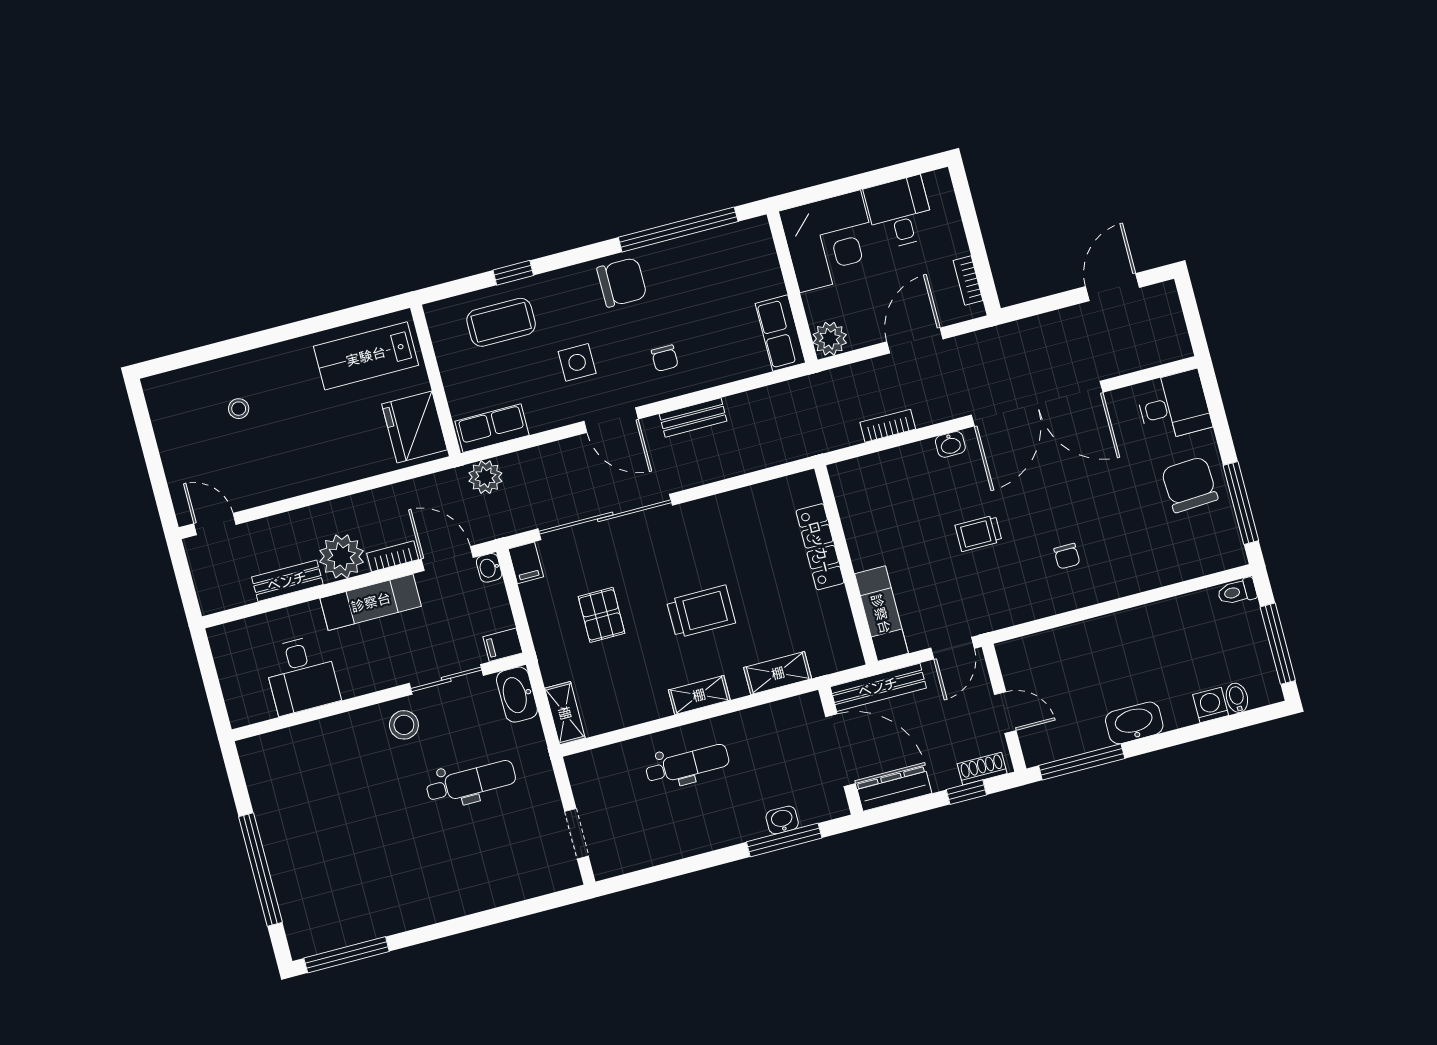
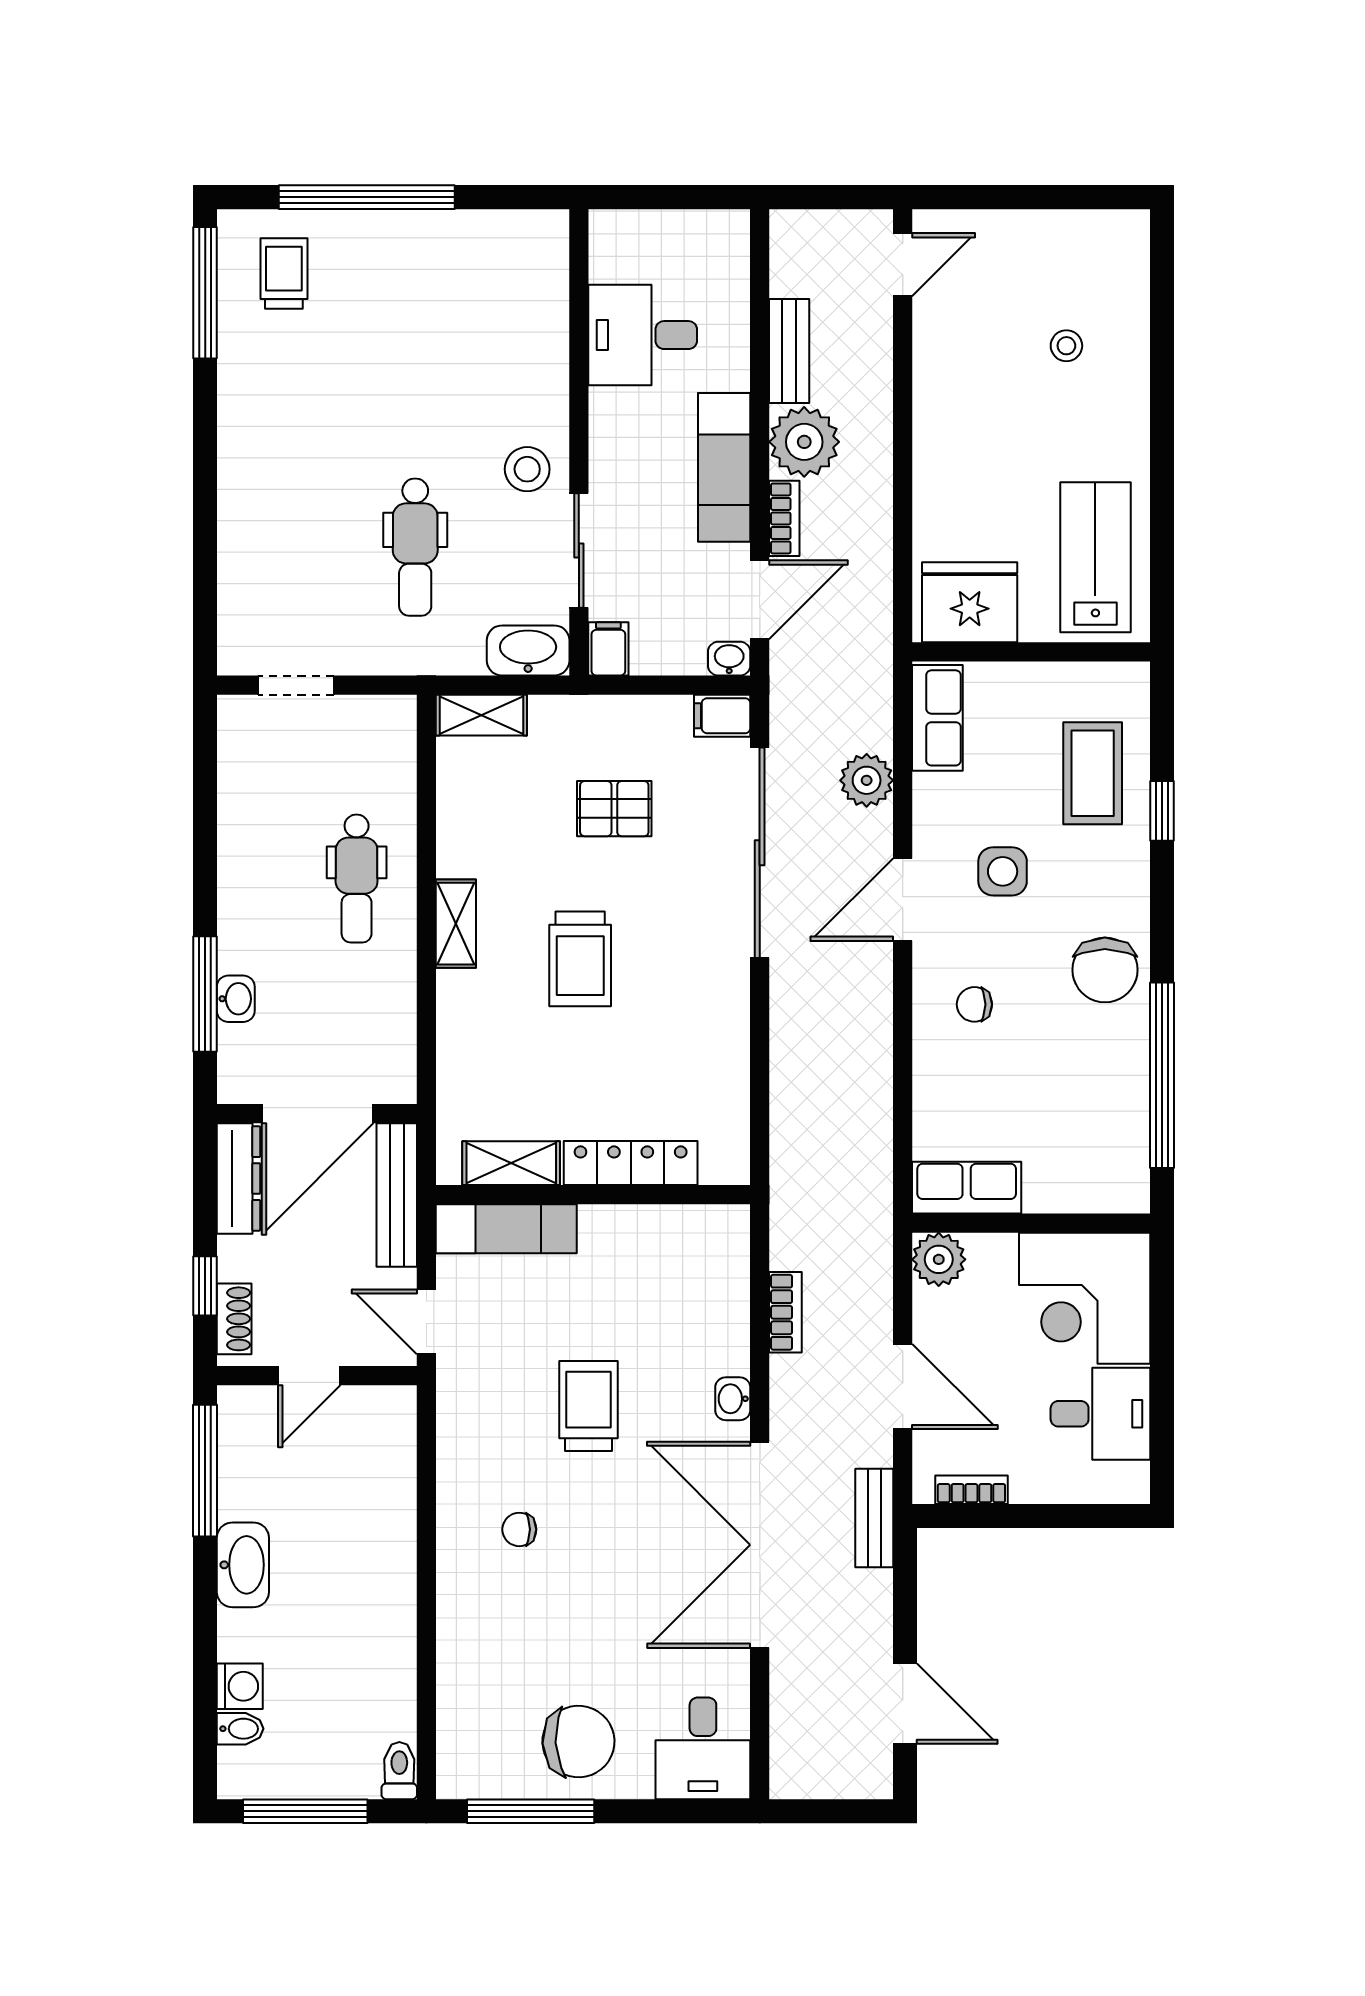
bench: (693, 418) -> (874, 1518), moved
plant: (485, 477) -> (867, 780), moved
trolley: (979, 533) -> (588, 1406), width x1.36, depth x1.39
shelving: (778, 673) -> (511, 1163), moved, turned 90
trolley: (322, 909) -> (284, 274), added

